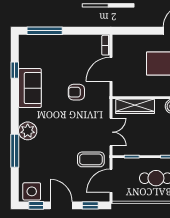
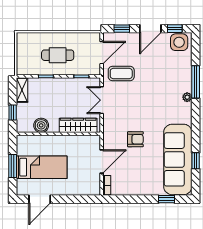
window: (45, 31) -> (167, 199), width x0.46
sofa: (30, 88) -> (178, 159), width x1.85, depth x1.27
plant: (28, 131) -> (187, 97), width x0.53, depth x0.53
door: (61, 205) -> (150, 29), hinge flipped

